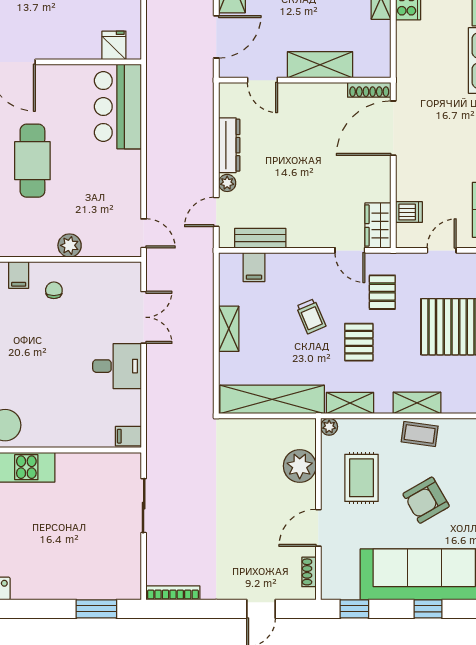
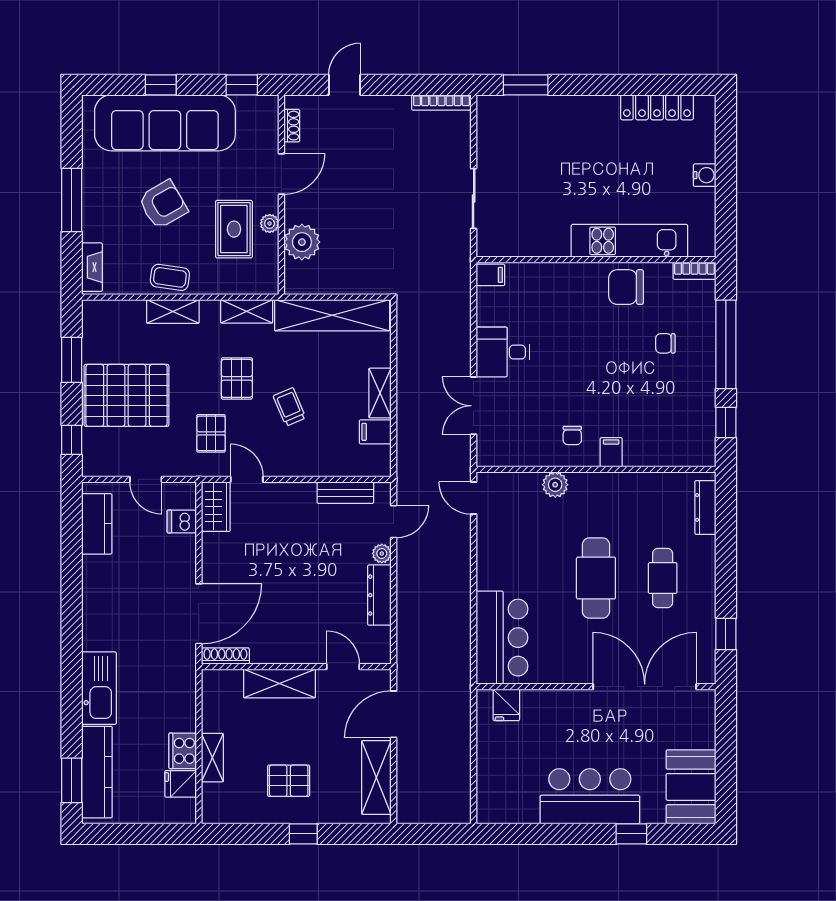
door: (442, 250) -> (146, 479), hinge flipped
filing cabinet: (254, 267) -> (375, 432), moved, turned -90
plant: (329, 427) -> (270, 223), moved

